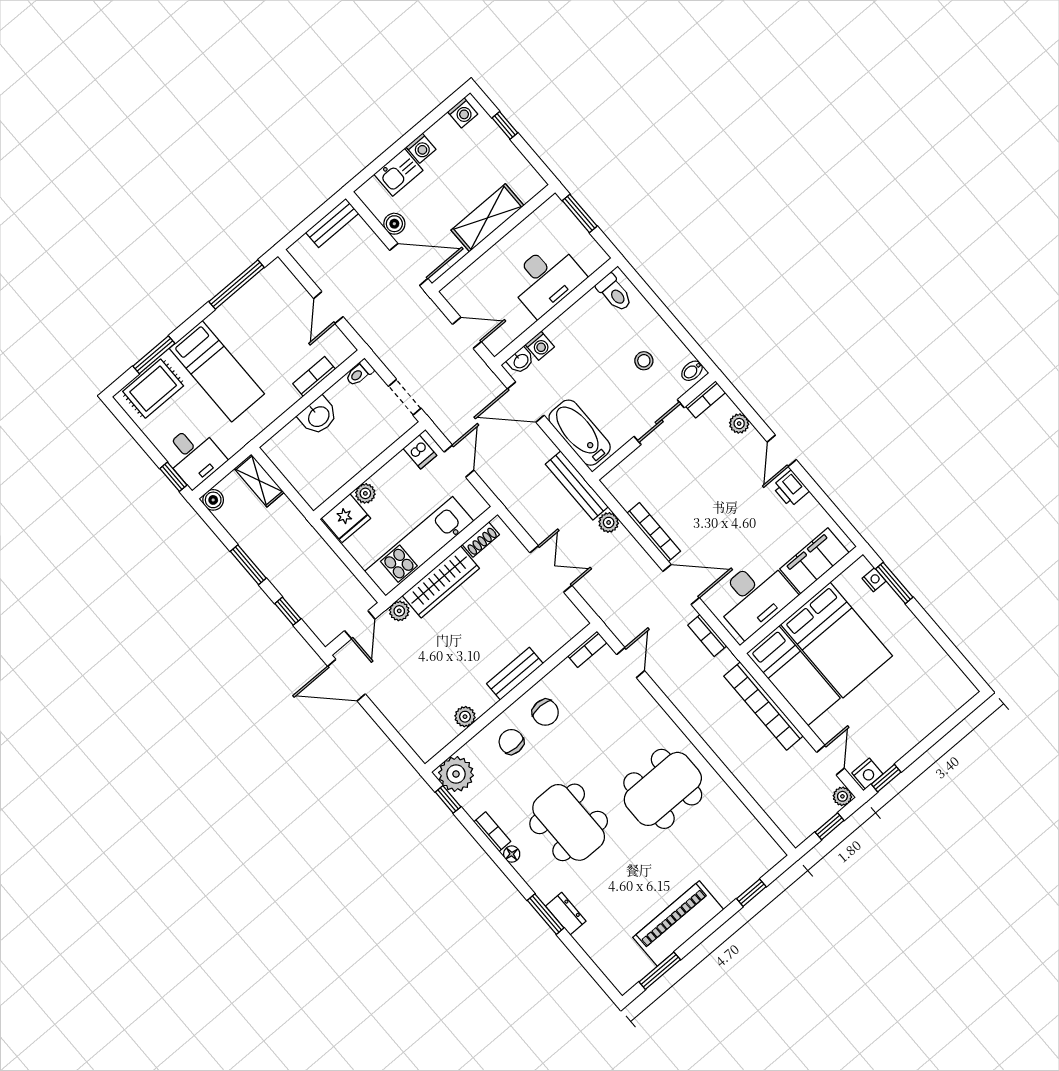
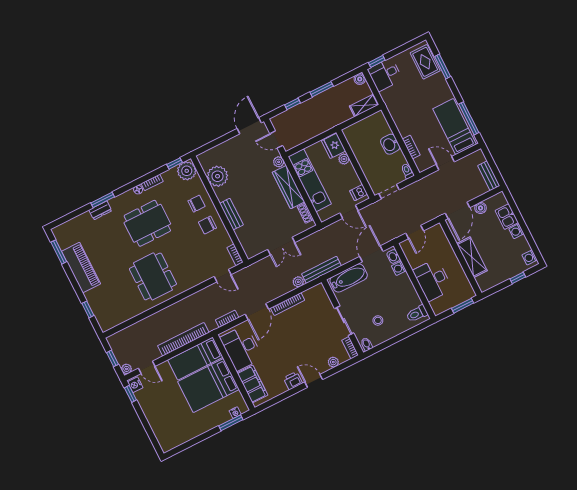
bed: (217, 371) -> (455, 127), moved, turned 90
plant: (465, 717) -> (218, 176), width x1.87, depth x1.87

